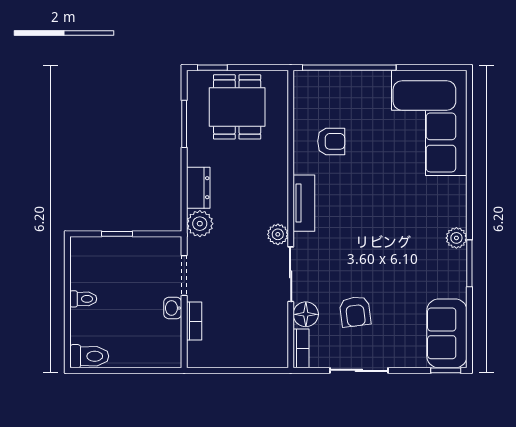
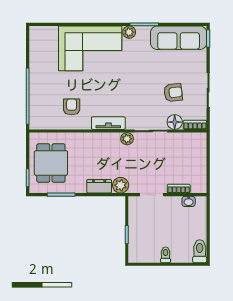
dining table: (237, 107) -> (51, 163), turned 90
corner sofa: (429, 123) -> (90, 48), moved
washbasin: (173, 308) -> (189, 201), moved
sofa: (447, 333) -> (179, 38), width x1.36

